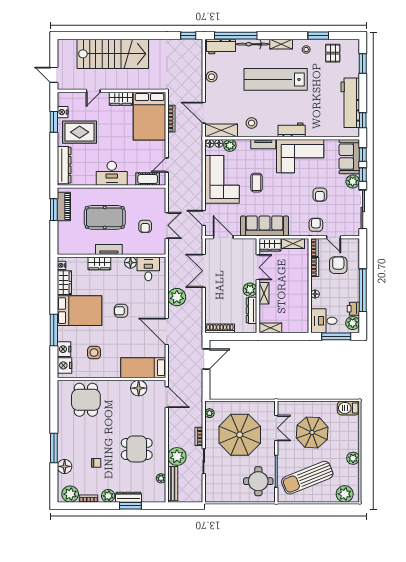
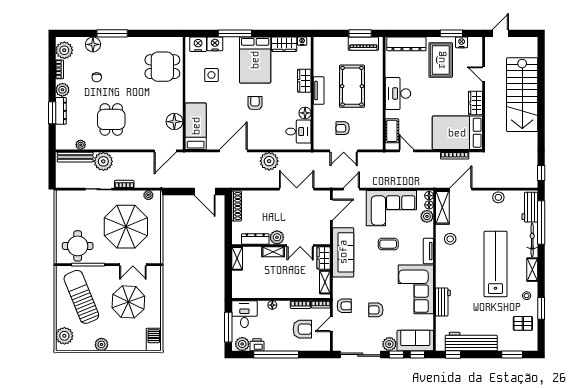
workbench: (292, 130) -> (443, 302), moved

